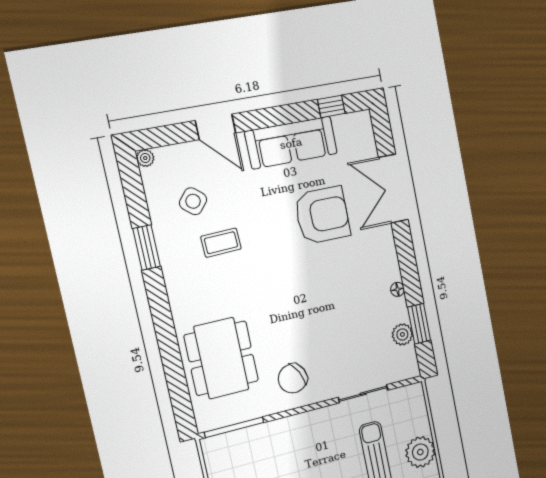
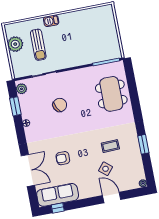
sofa: (291, 143) -> (58, 195), moved
side table: (193, 201) -> (106, 169), moved
armchair: (322, 215) -> (63, 158), width x0.53, depth x0.53
plant: (402, 334) -> (21, 89), moved
chair: (293, 378) -> (60, 105), moved

